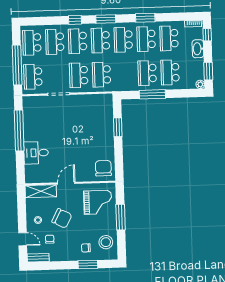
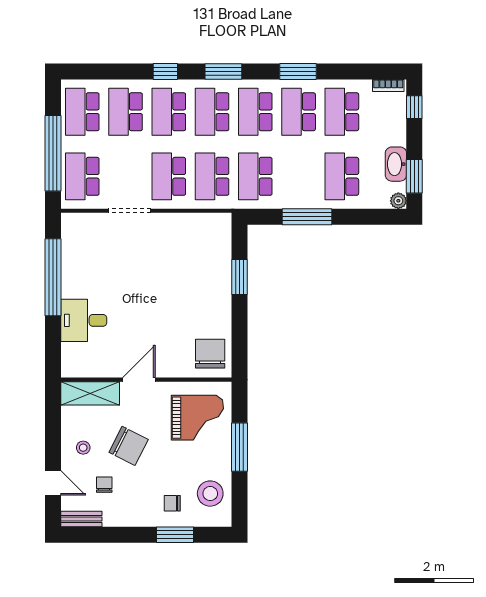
washbasin: (198, 49) -> (396, 164), moved
school desk: (147, 73) -> (255, 176), moved

